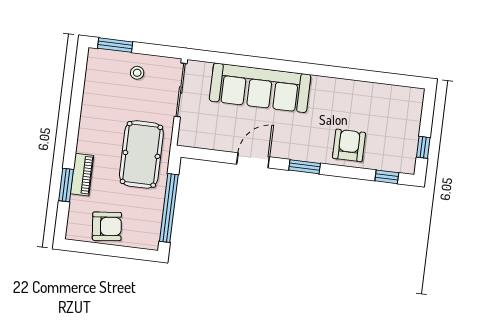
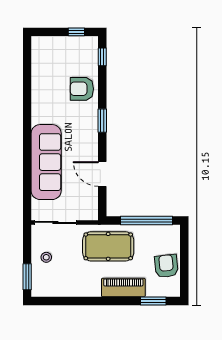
door: (253, 160) -> (102, 174), moved
piano: (82, 175) -> (123, 288), width x1.37, depth x1.33
window: (66, 185) -> (153, 301), moved

